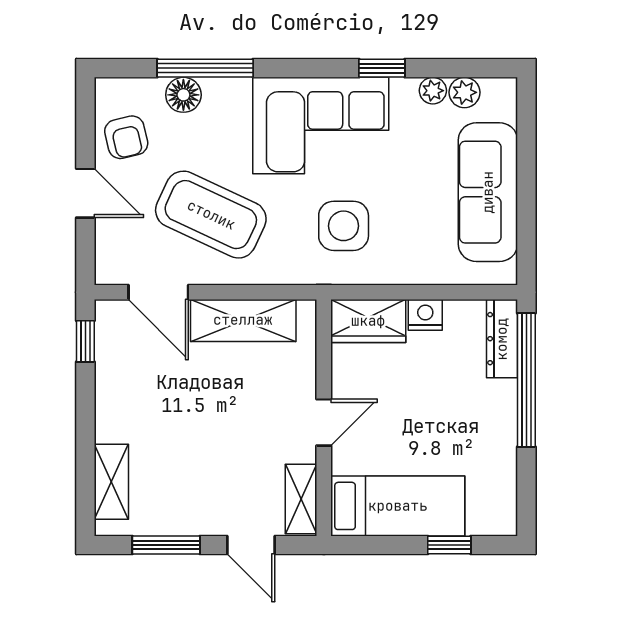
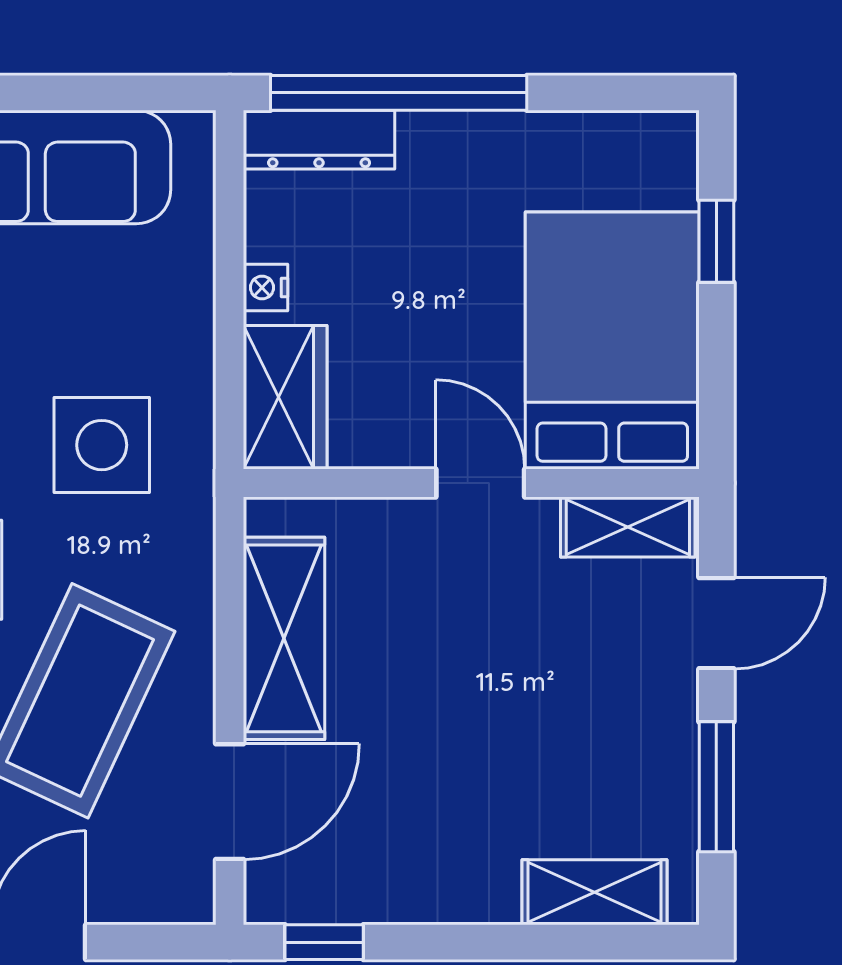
nightstand: (425, 315) -> (266, 288), width x0.72, depth x0.74
bed: (398, 506) -> (612, 340), width x1.50

